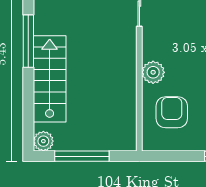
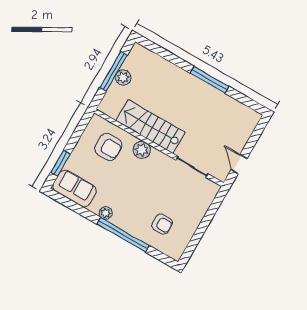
stairs: (50, 79) -> (151, 127), moved, turned 180
plant: (43, 141) -> (123, 78), moved

